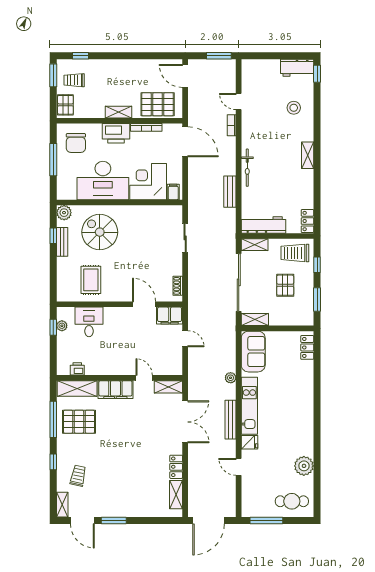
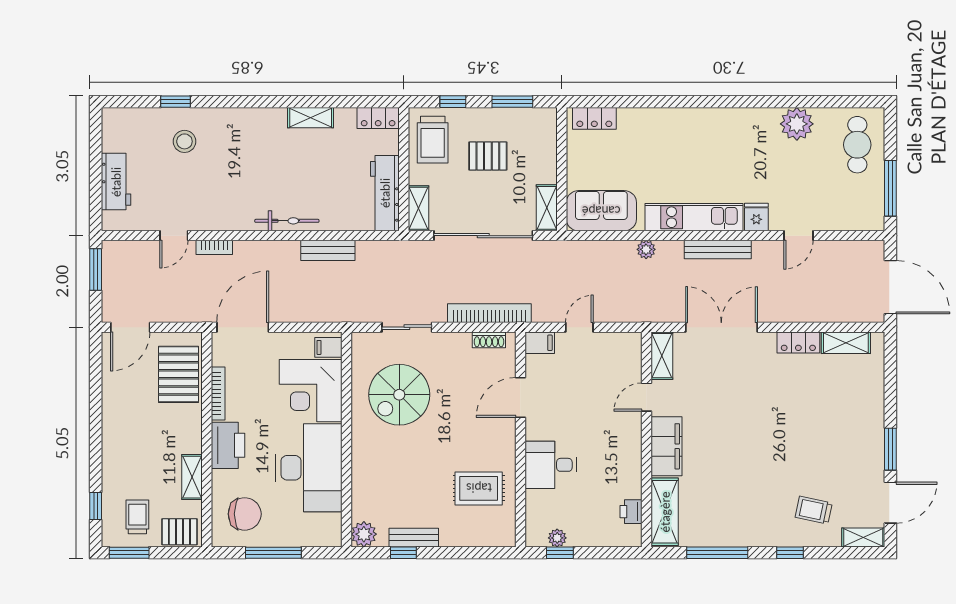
workbench: (297, 68) -> (116, 182), moved
window: (317, 74) -> (176, 102), moved
trolley: (74, 80) -> (137, 517), turned 180
shelving: (119, 112) -> (192, 477), moved
shelving: (308, 155) -> (311, 118), moved
spiral stairs: (100, 232) -> (399, 395), moved
bookcase: (193, 286) -> (489, 313), added
filing cabinet: (170, 316) -> (540, 343), width x0.50
desk: (89, 322) -> (551, 465), moved
pallet: (79, 422) -> (721, 509), removed

